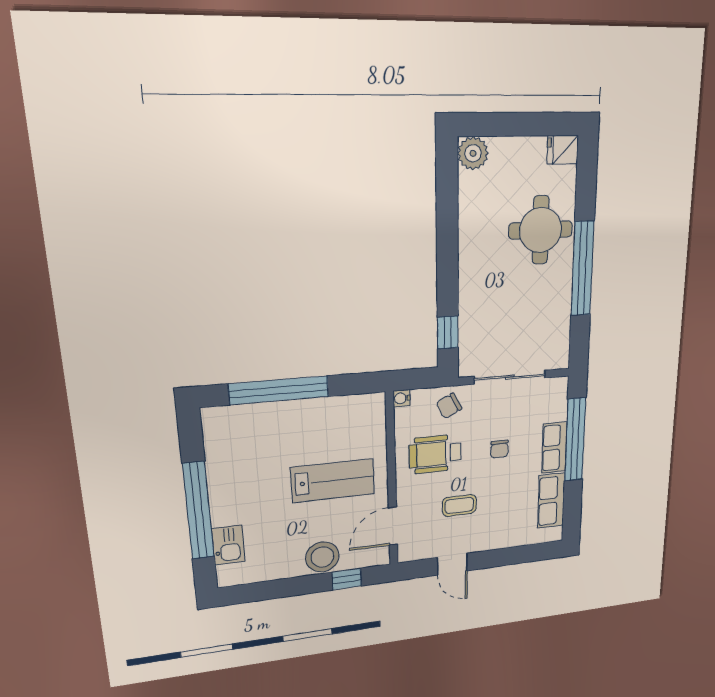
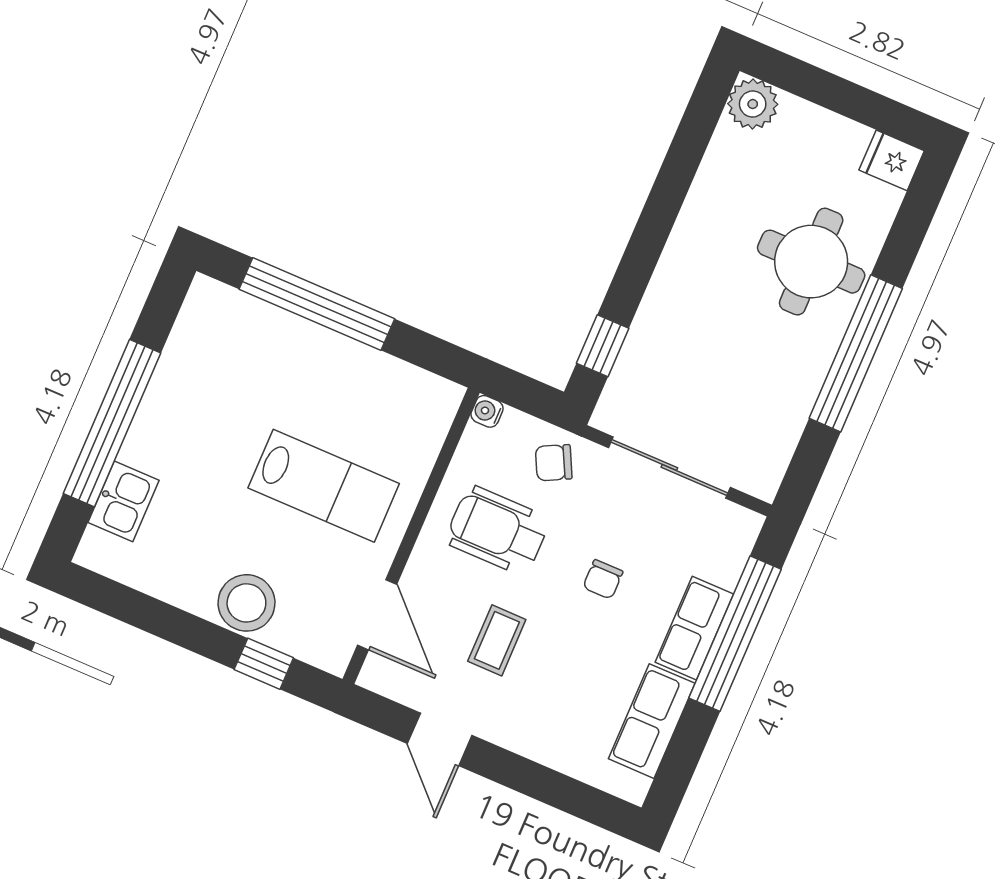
coffee table: (459, 505) -> (497, 640), turned 90
door: (393, 526) -> (377, 615), swing flipped

